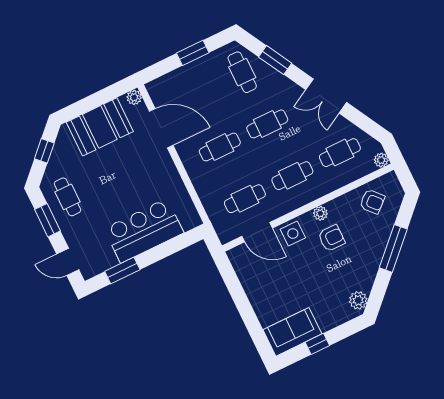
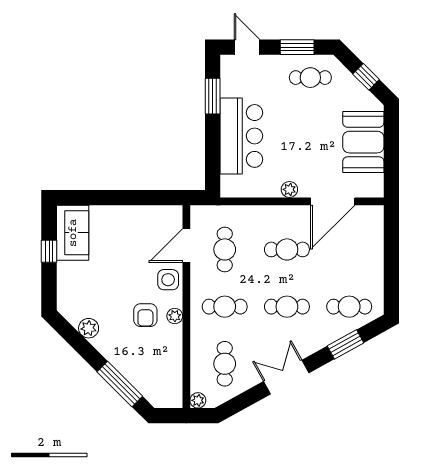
window: (193, 53) -> (391, 268), removed
plant: (134, 97) -> (289, 189), moved
cafe table: (267, 124) -> (287, 307), turned 90
cafe table: (220, 147) -> (287, 249), turned 90
cafe table: (292, 176) -> (225, 307), turned 90
armchair: (372, 202) -> (162, 372), removed
window: (393, 248) -> (120, 384), moved
door: (68, 262) -> (247, 47), hinge flipped
plant: (358, 300) -> (89, 328), moved

